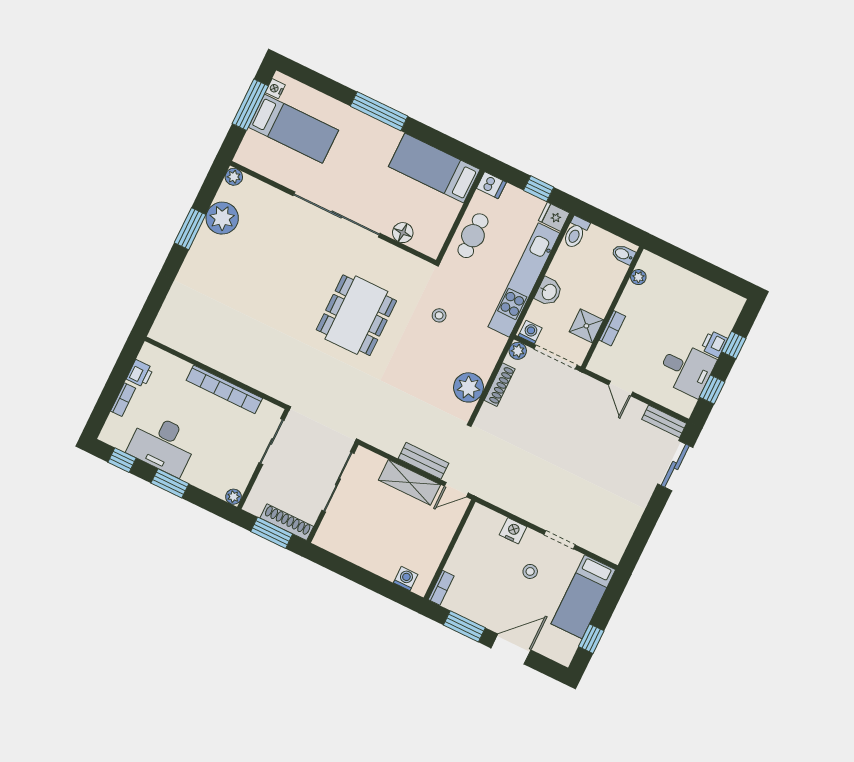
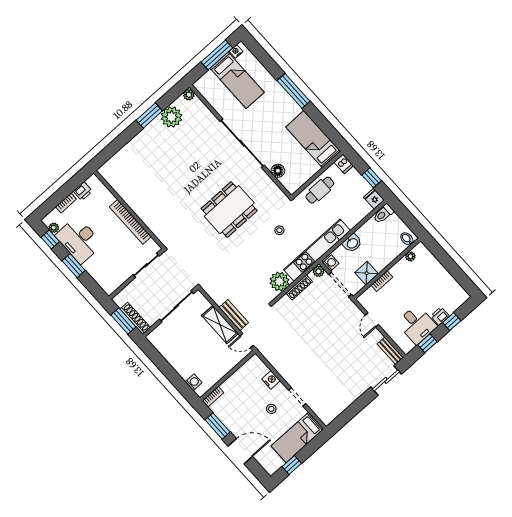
kitchen unit: (524, 280) -> (317, 250), moved
plant: (234, 497) -> (54, 228), moved

